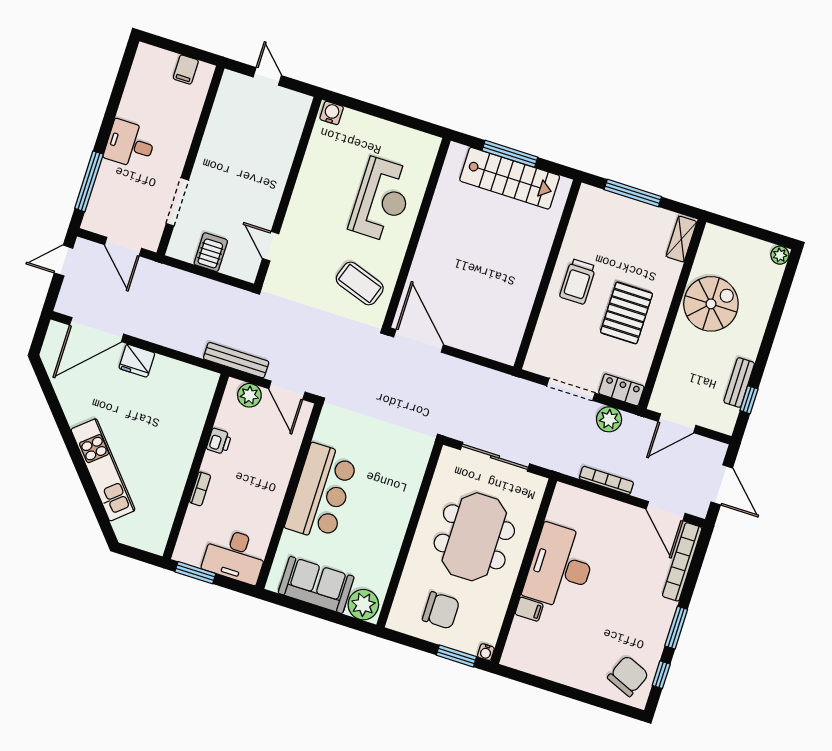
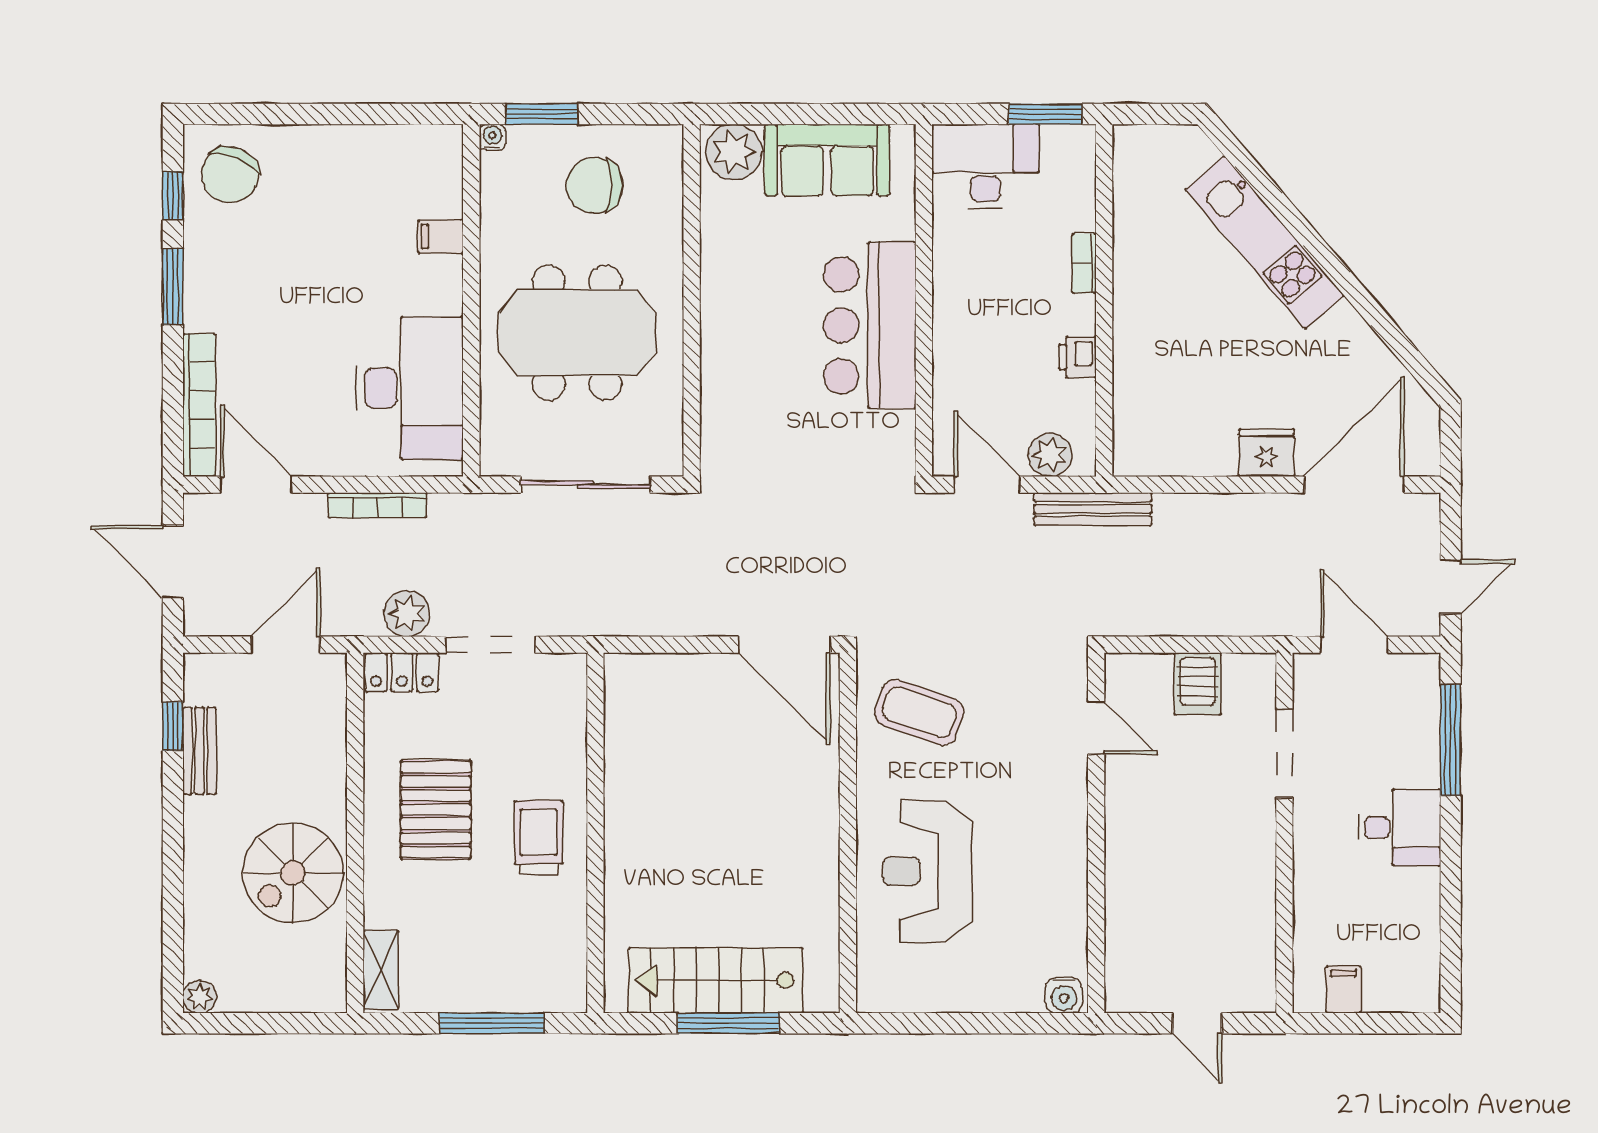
meeting table: (474, 537) -> (577, 333), turned 90
desk: (560, 567) -> (410, 388), moved

